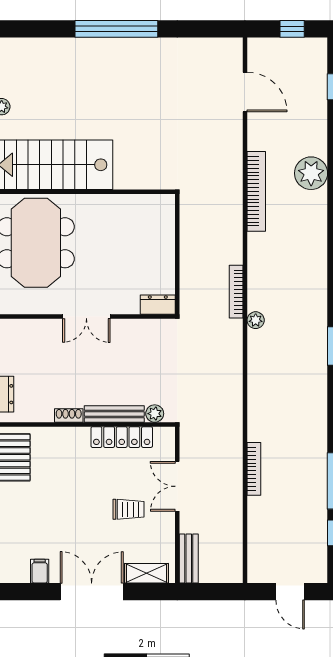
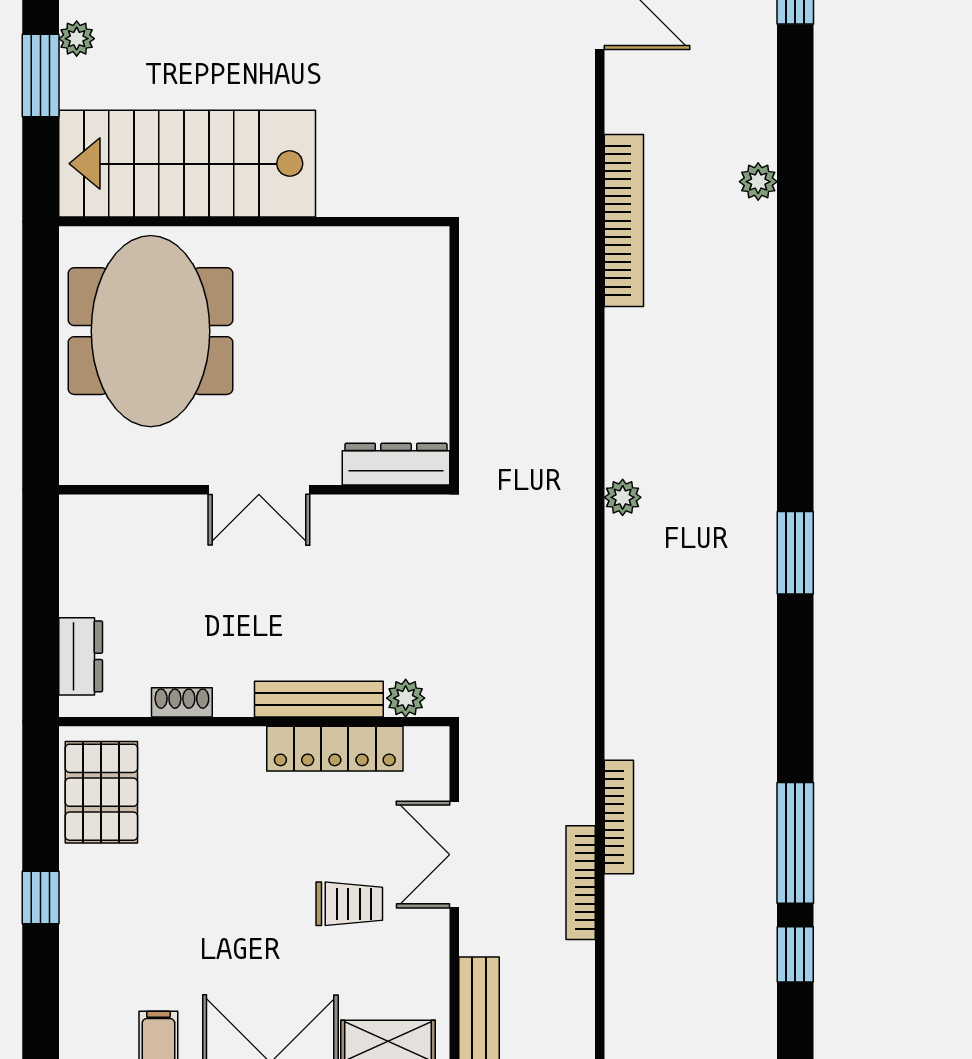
plant: (311, 173) -> (758, 182), width x0.53, depth x0.53
bookcase: (236, 292) -> (581, 883), moved
dresser: (158, 305) -> (396, 464), width x1.44
shoe rack: (69, 416) -> (182, 702), moved

